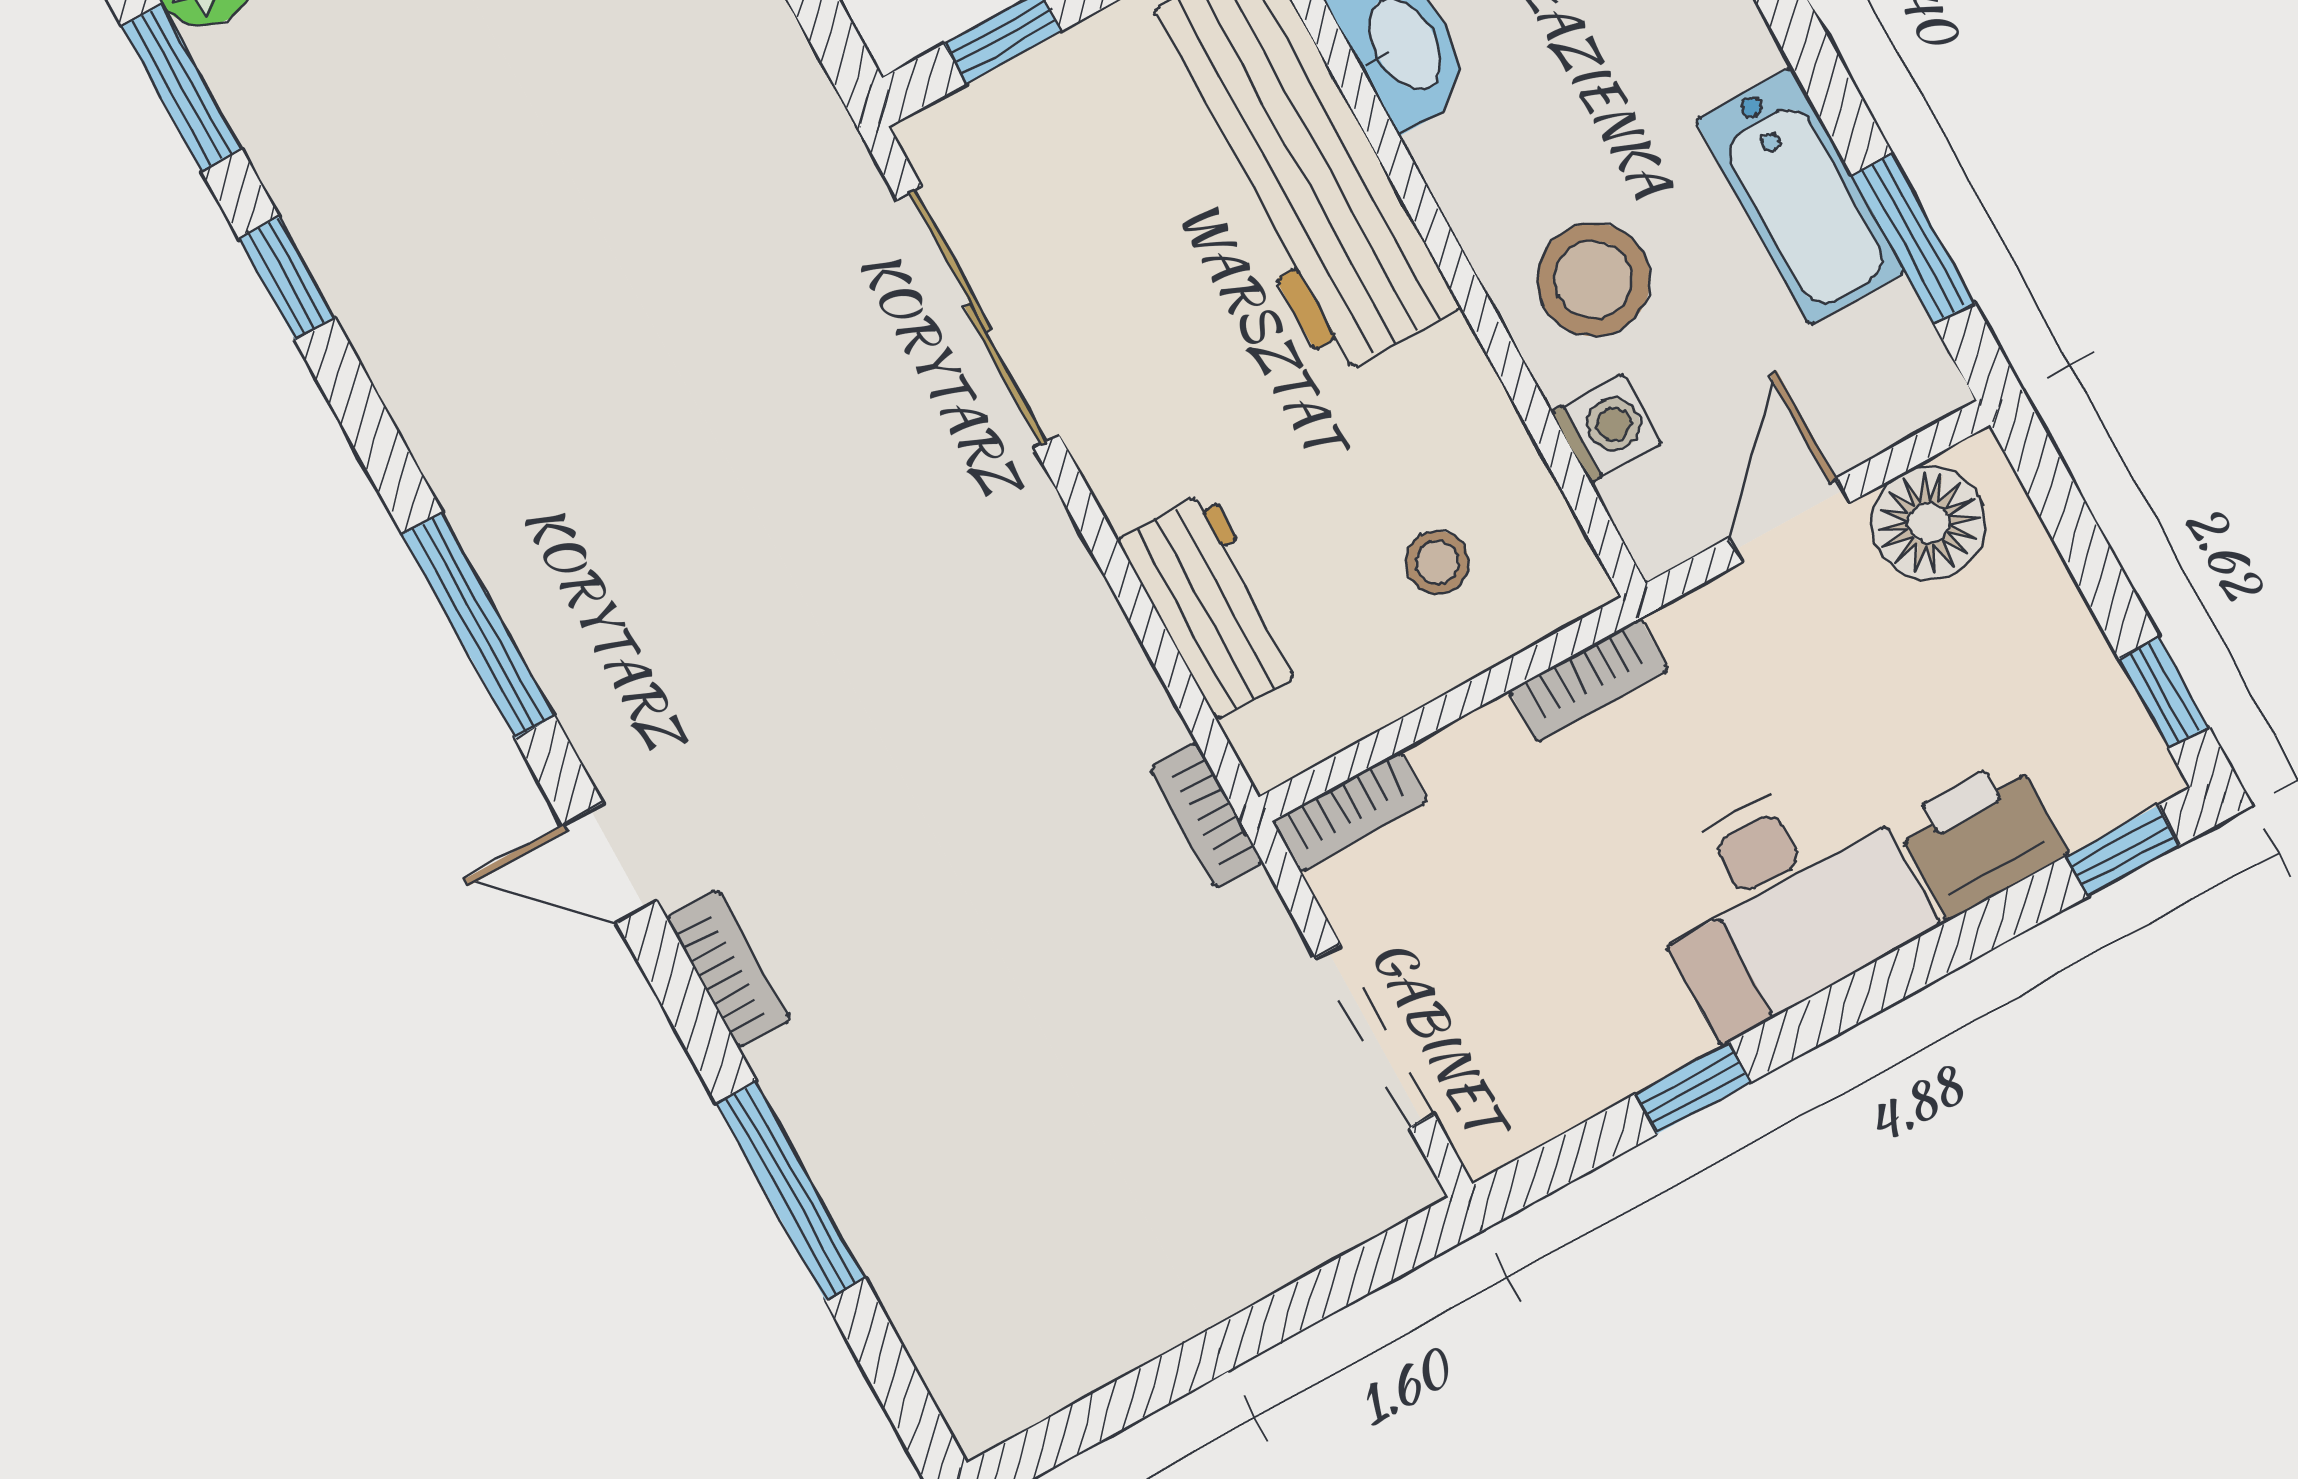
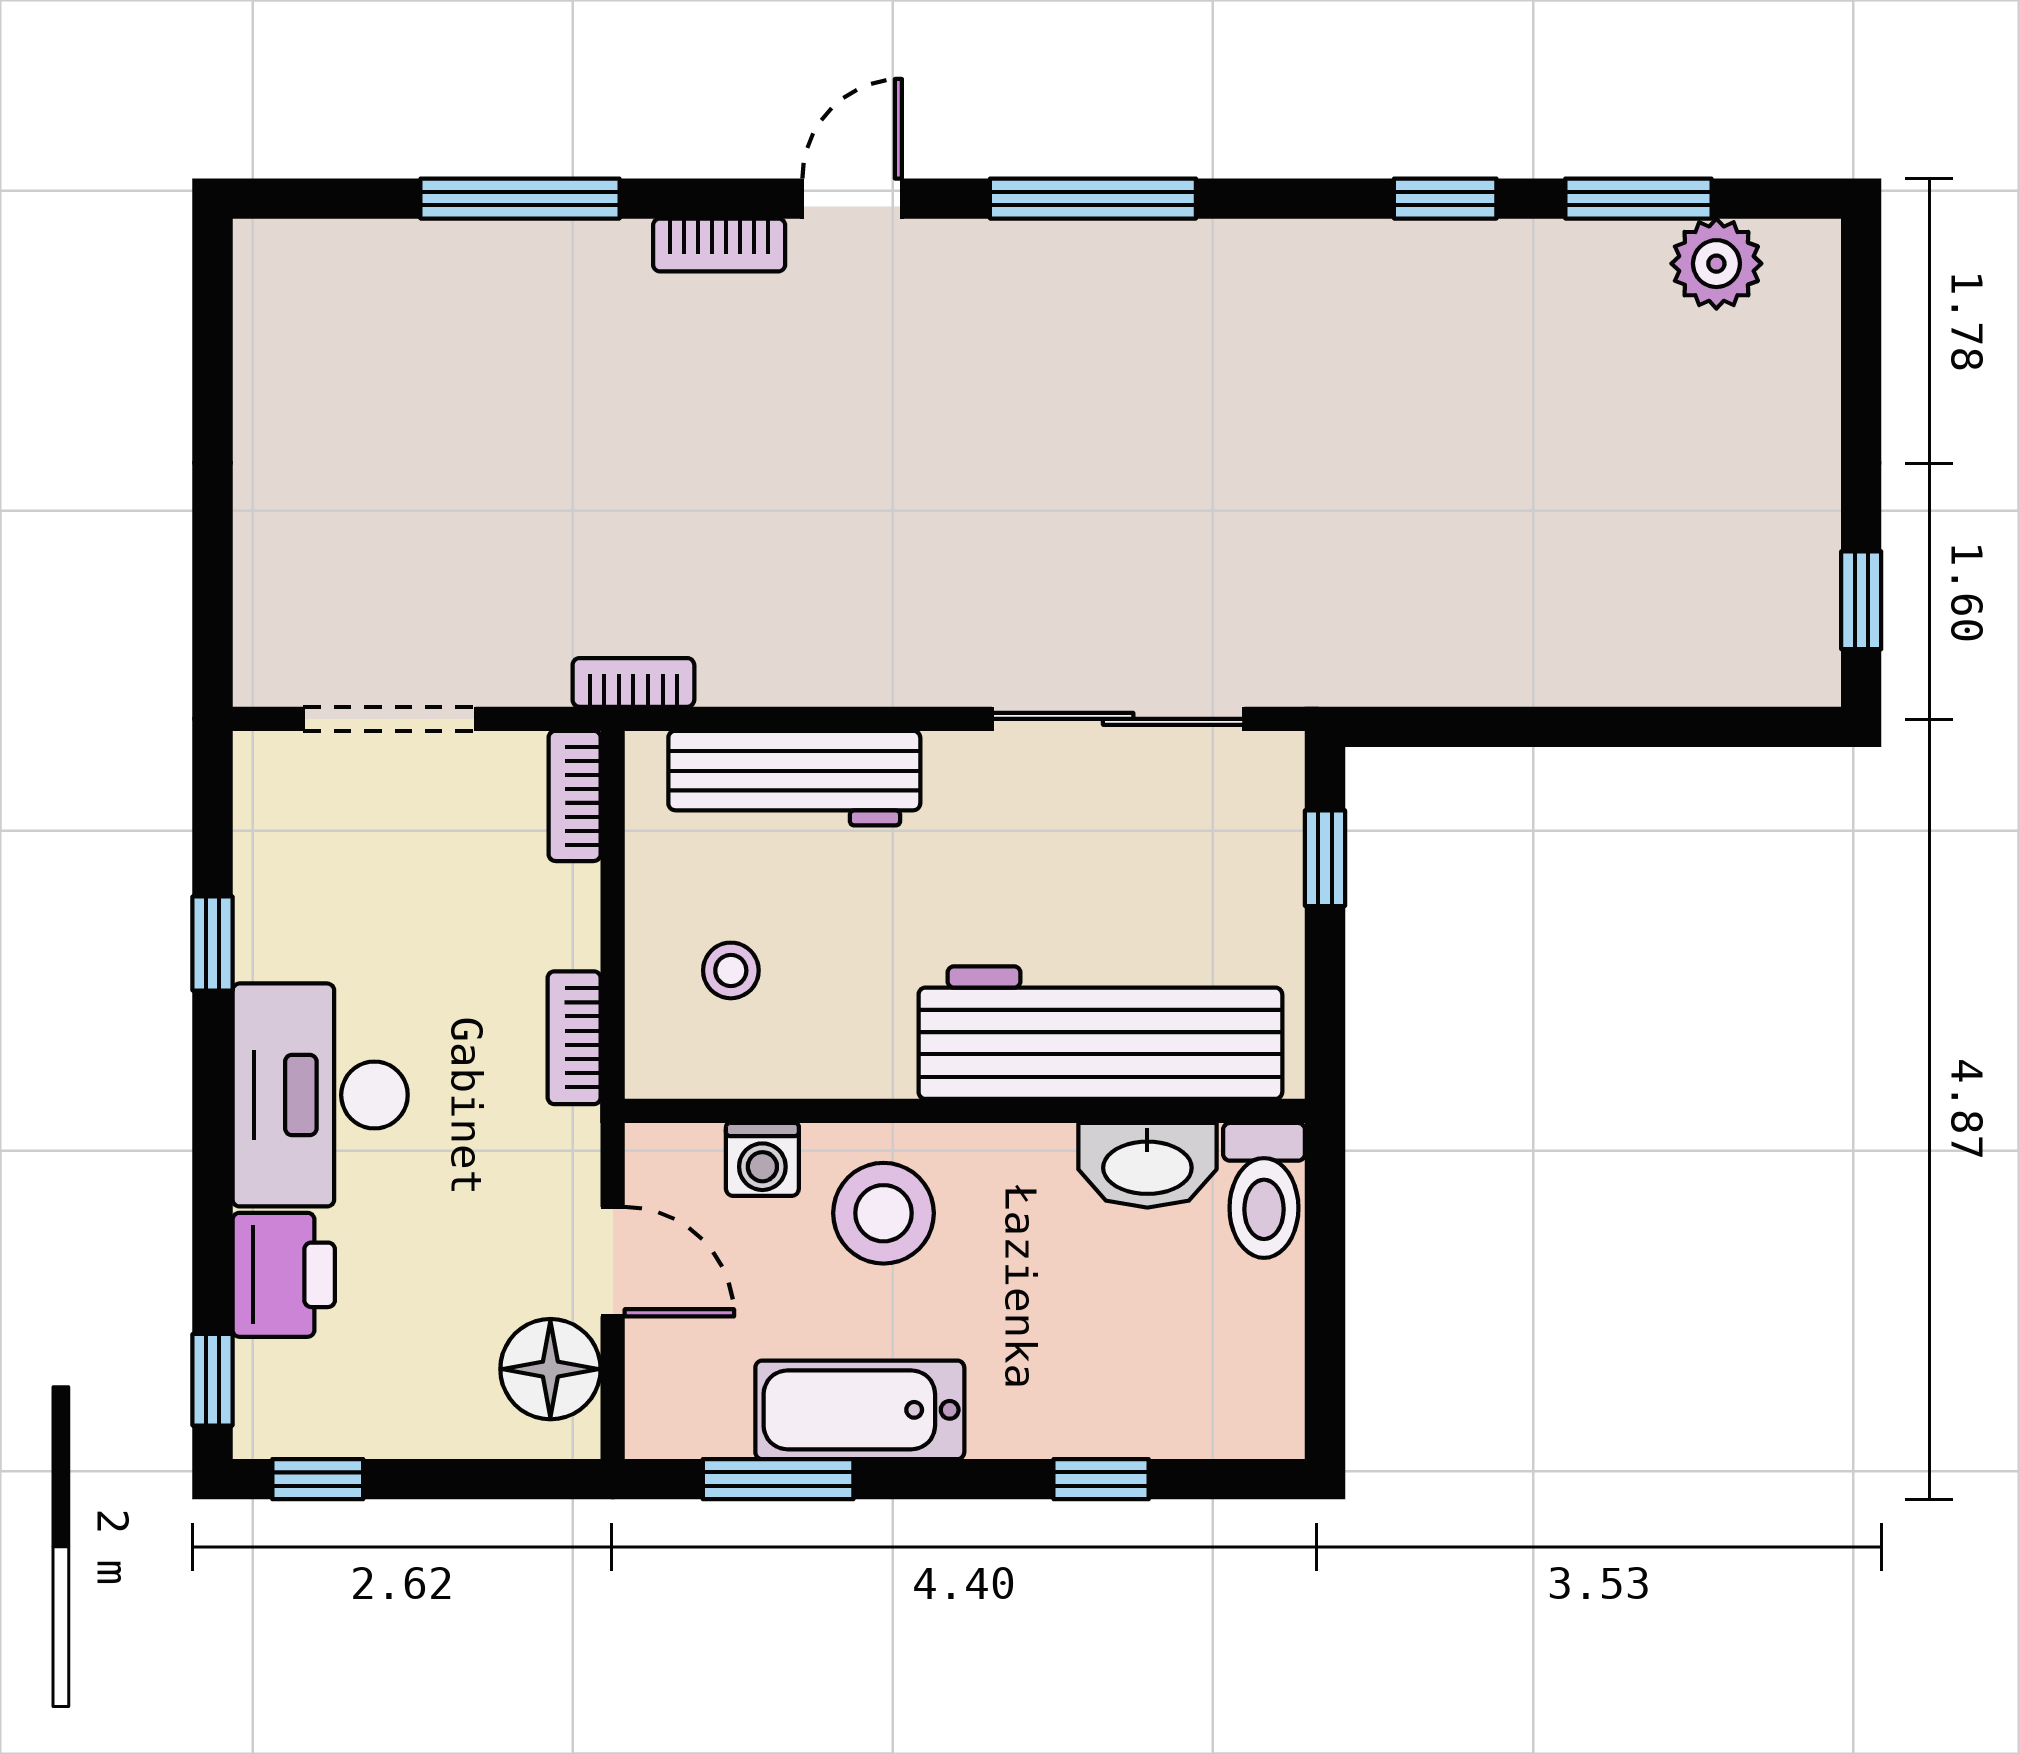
workbench: (1213, 604) -> (794, 778), width x1.38

